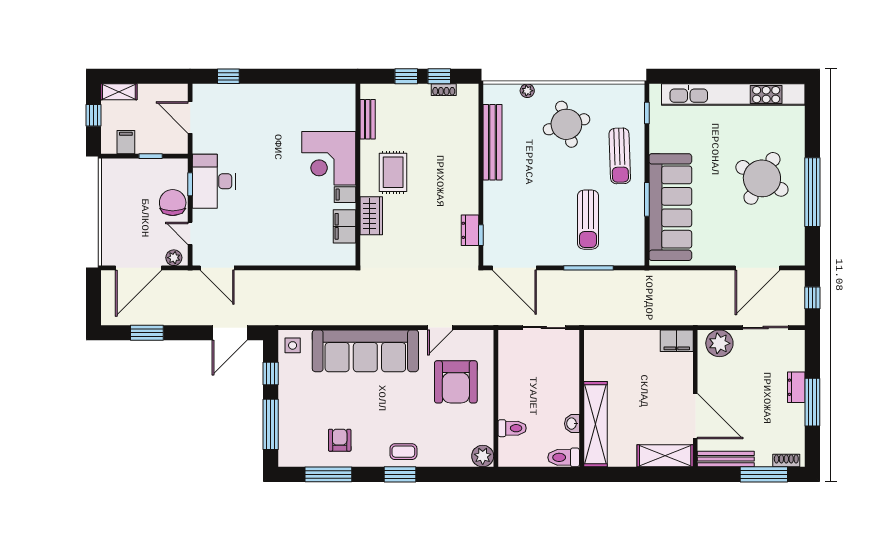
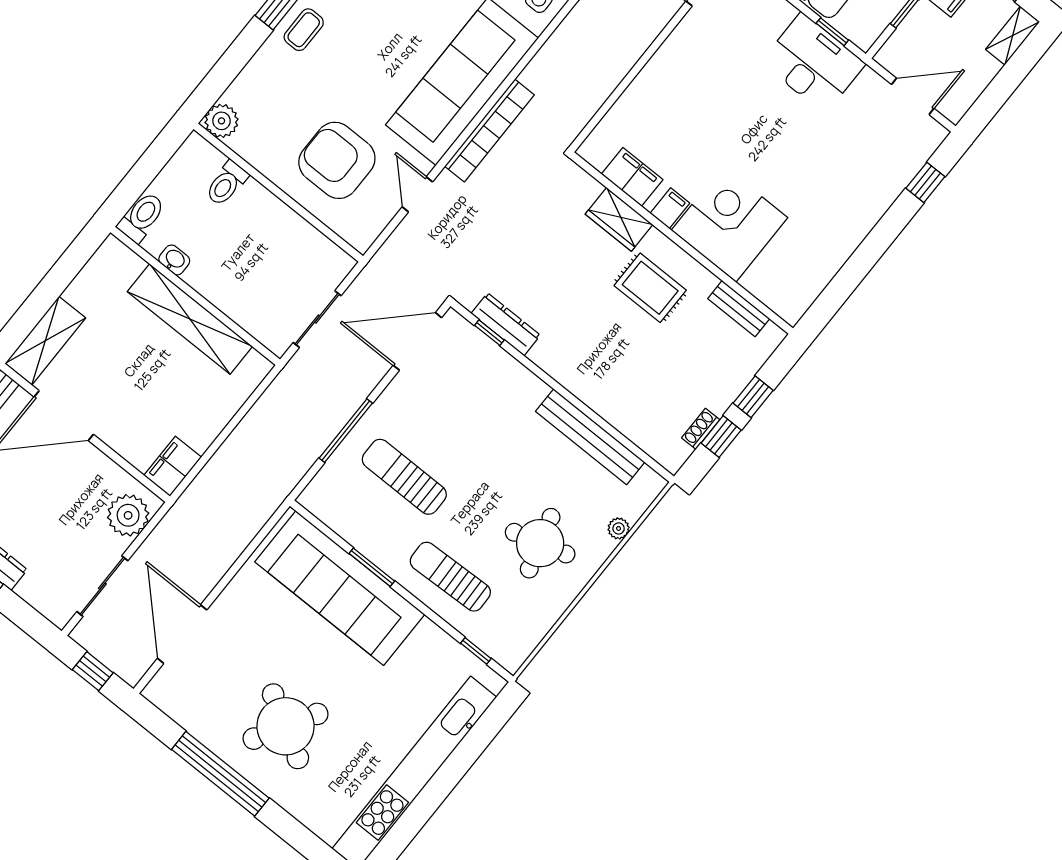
dresser: (470, 230) -> (506, 324), width x1.44
bookcase: (379, 317) -> (489, 131), added
shelving: (595, 424) -> (190, 319), moved

